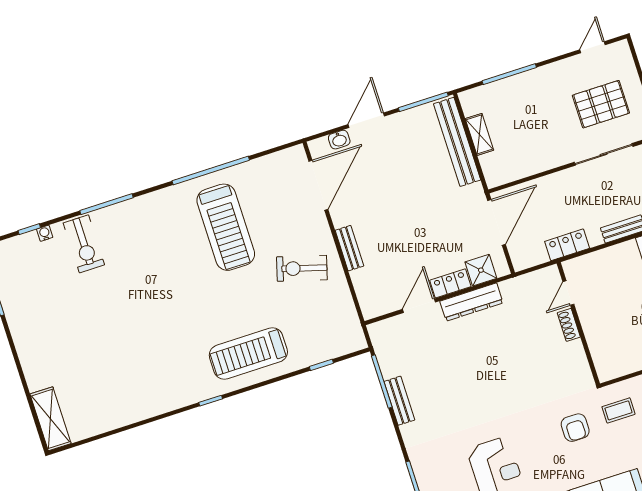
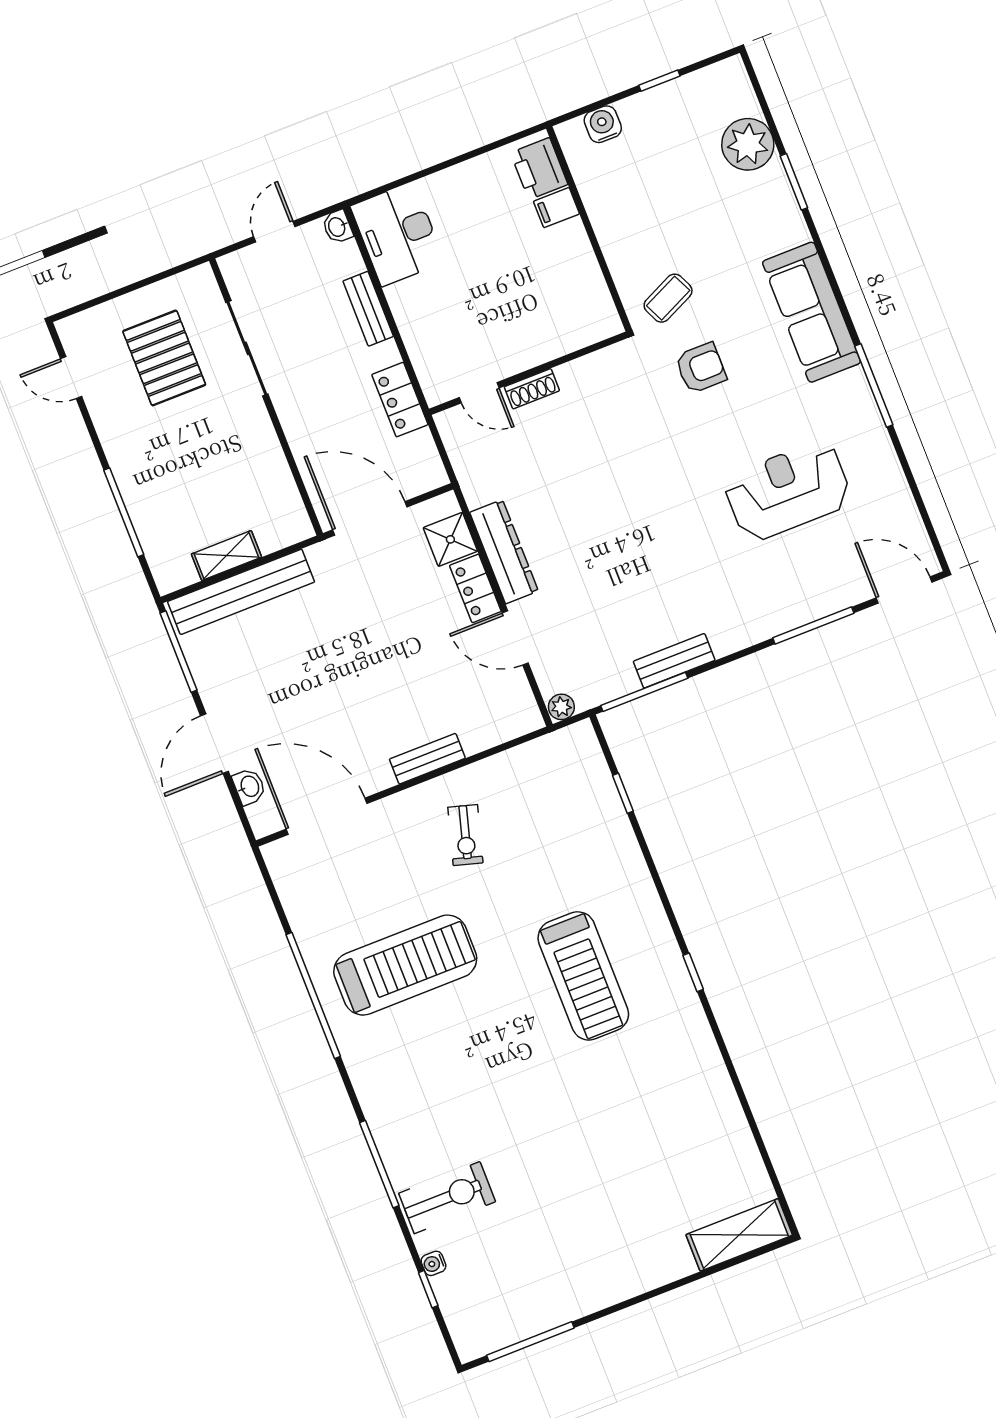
door: (366, 120) -> (214, 744), hinge flipped
exercise bike: (302, 268) -> (465, 835), width x0.73, depth x0.72
plant: (376, 331) -> (561, 707), added
treadmill: (248, 354) -> (583, 976), moved
coffee table: (618, 410) -> (668, 298), turned 65

